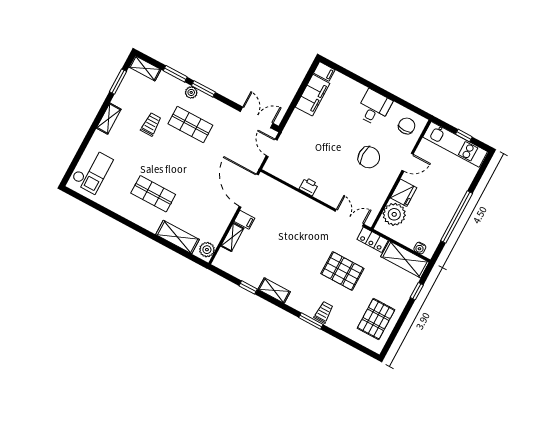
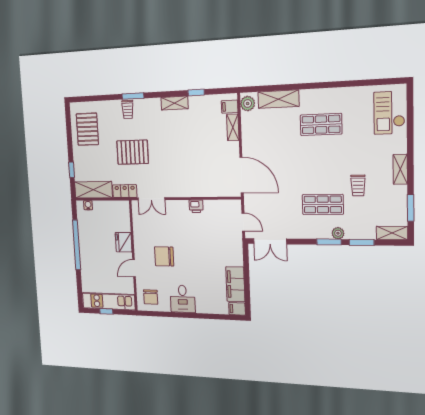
plant: (394, 214) -> (121, 221), removed
filing cabinet: (244, 220) -> (230, 107), moved

